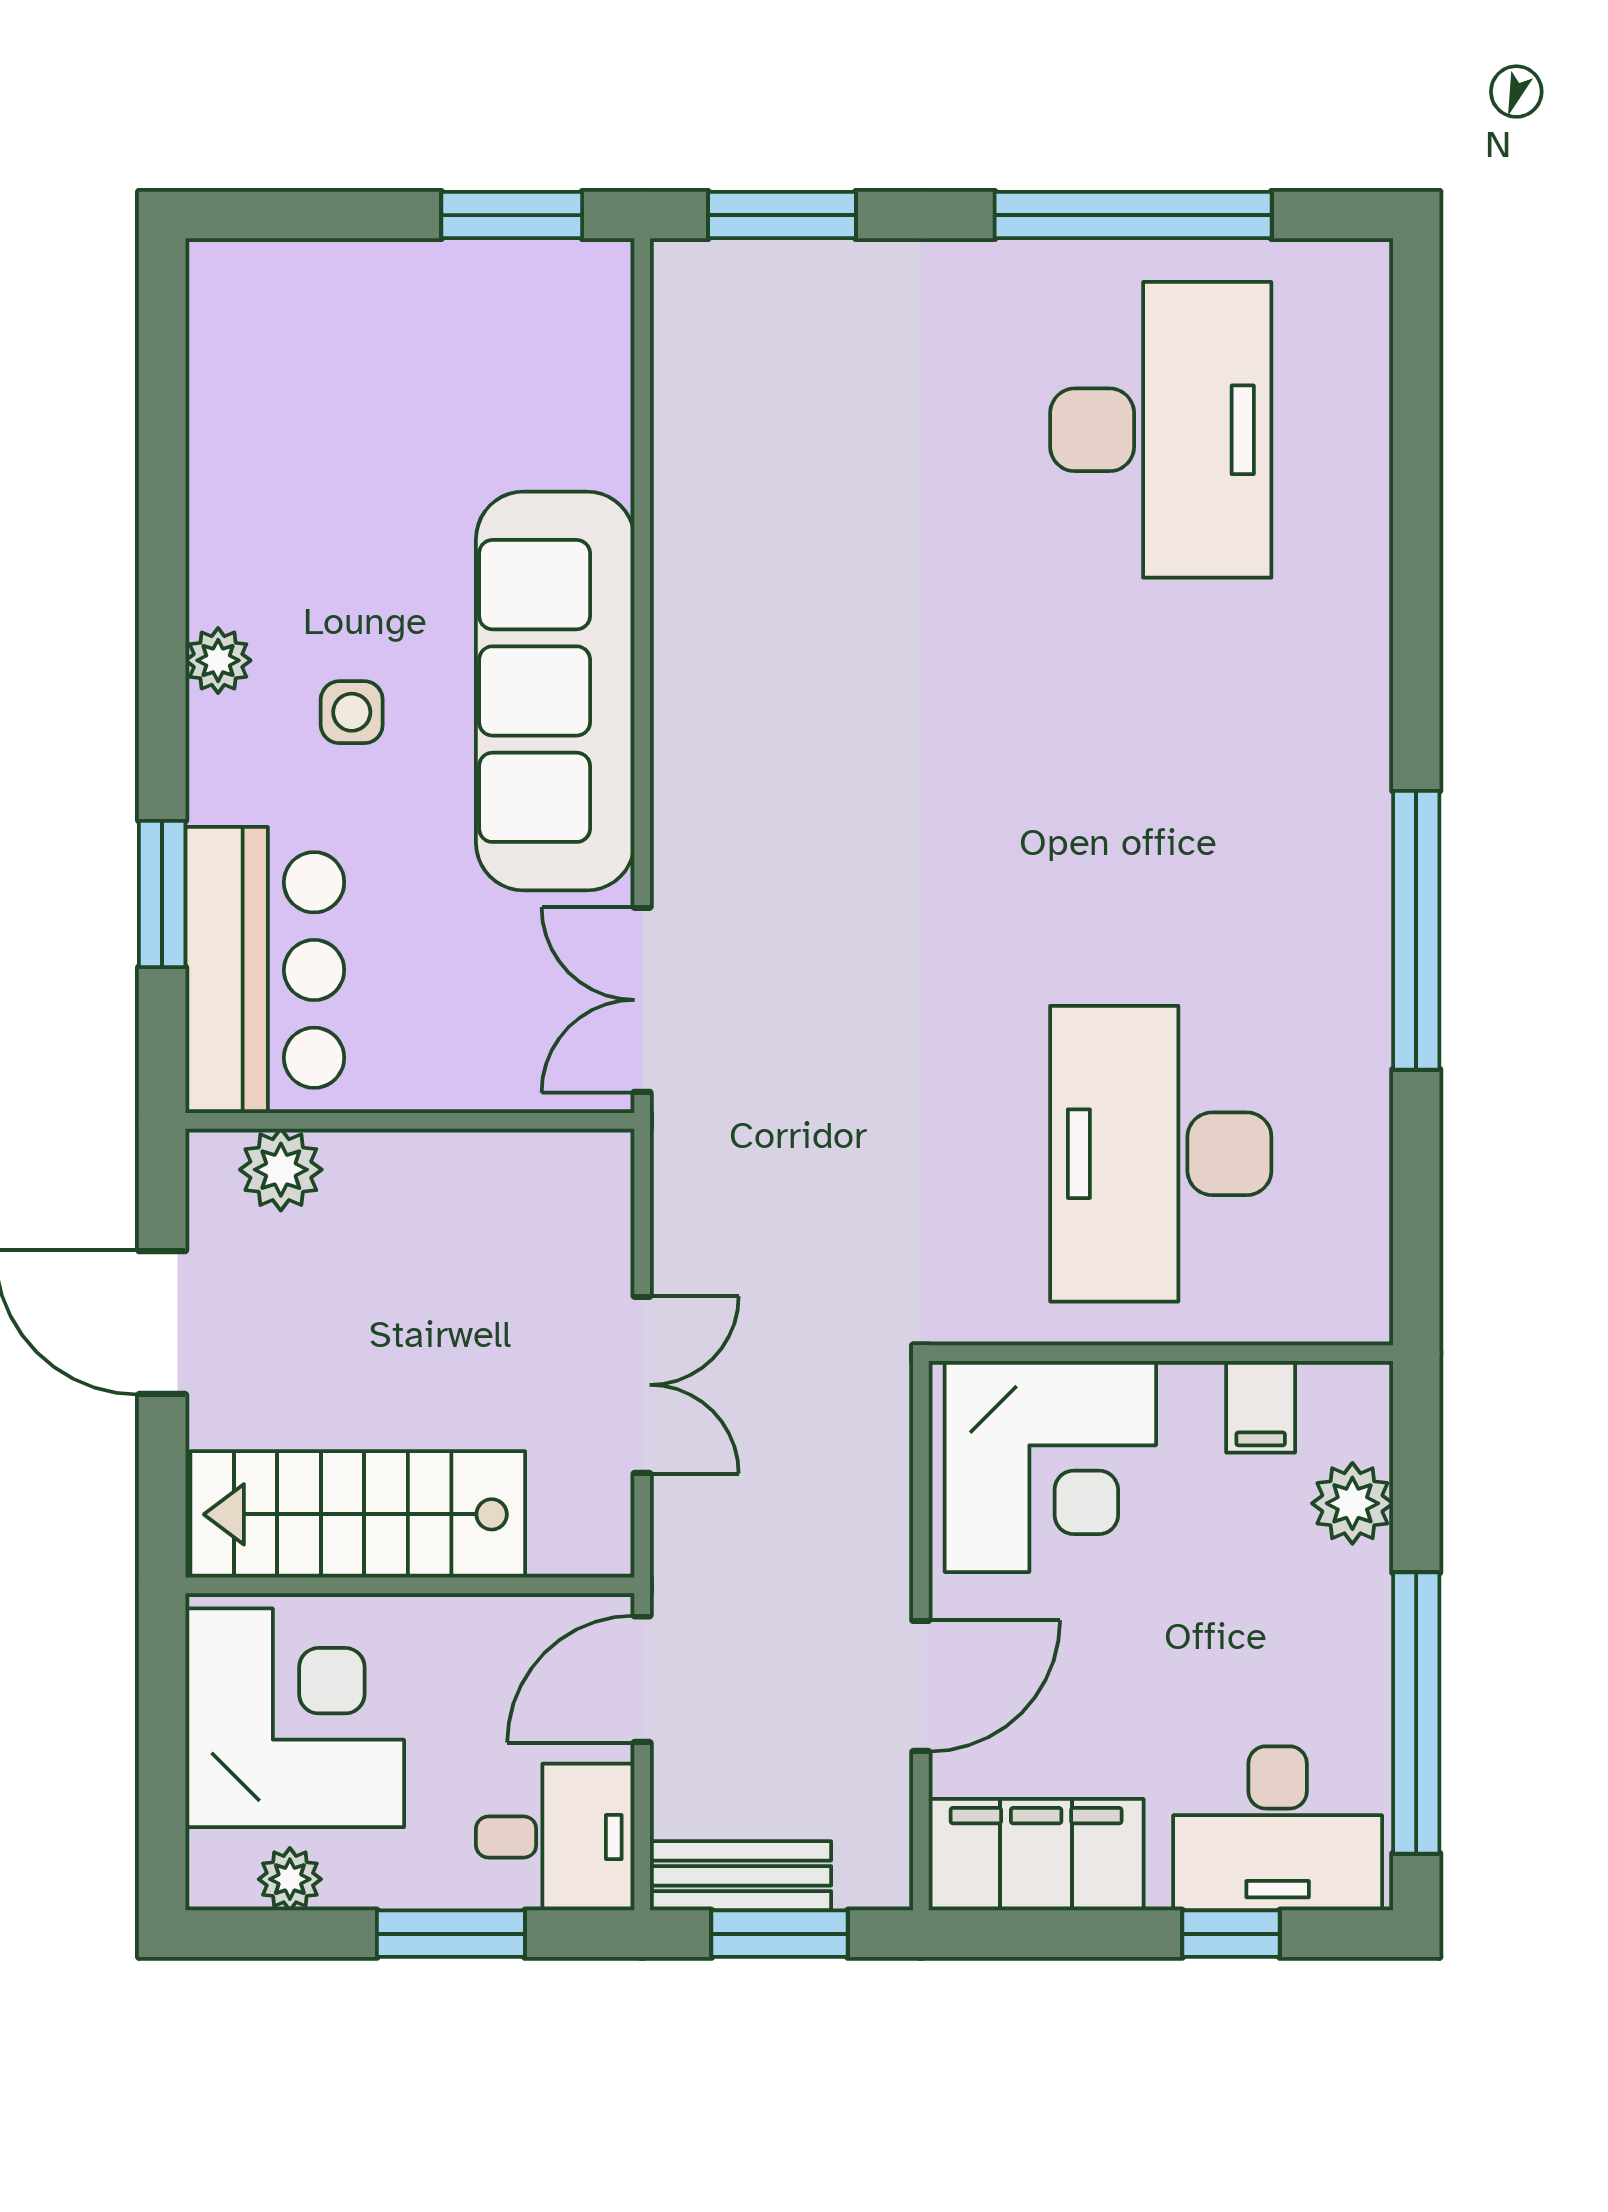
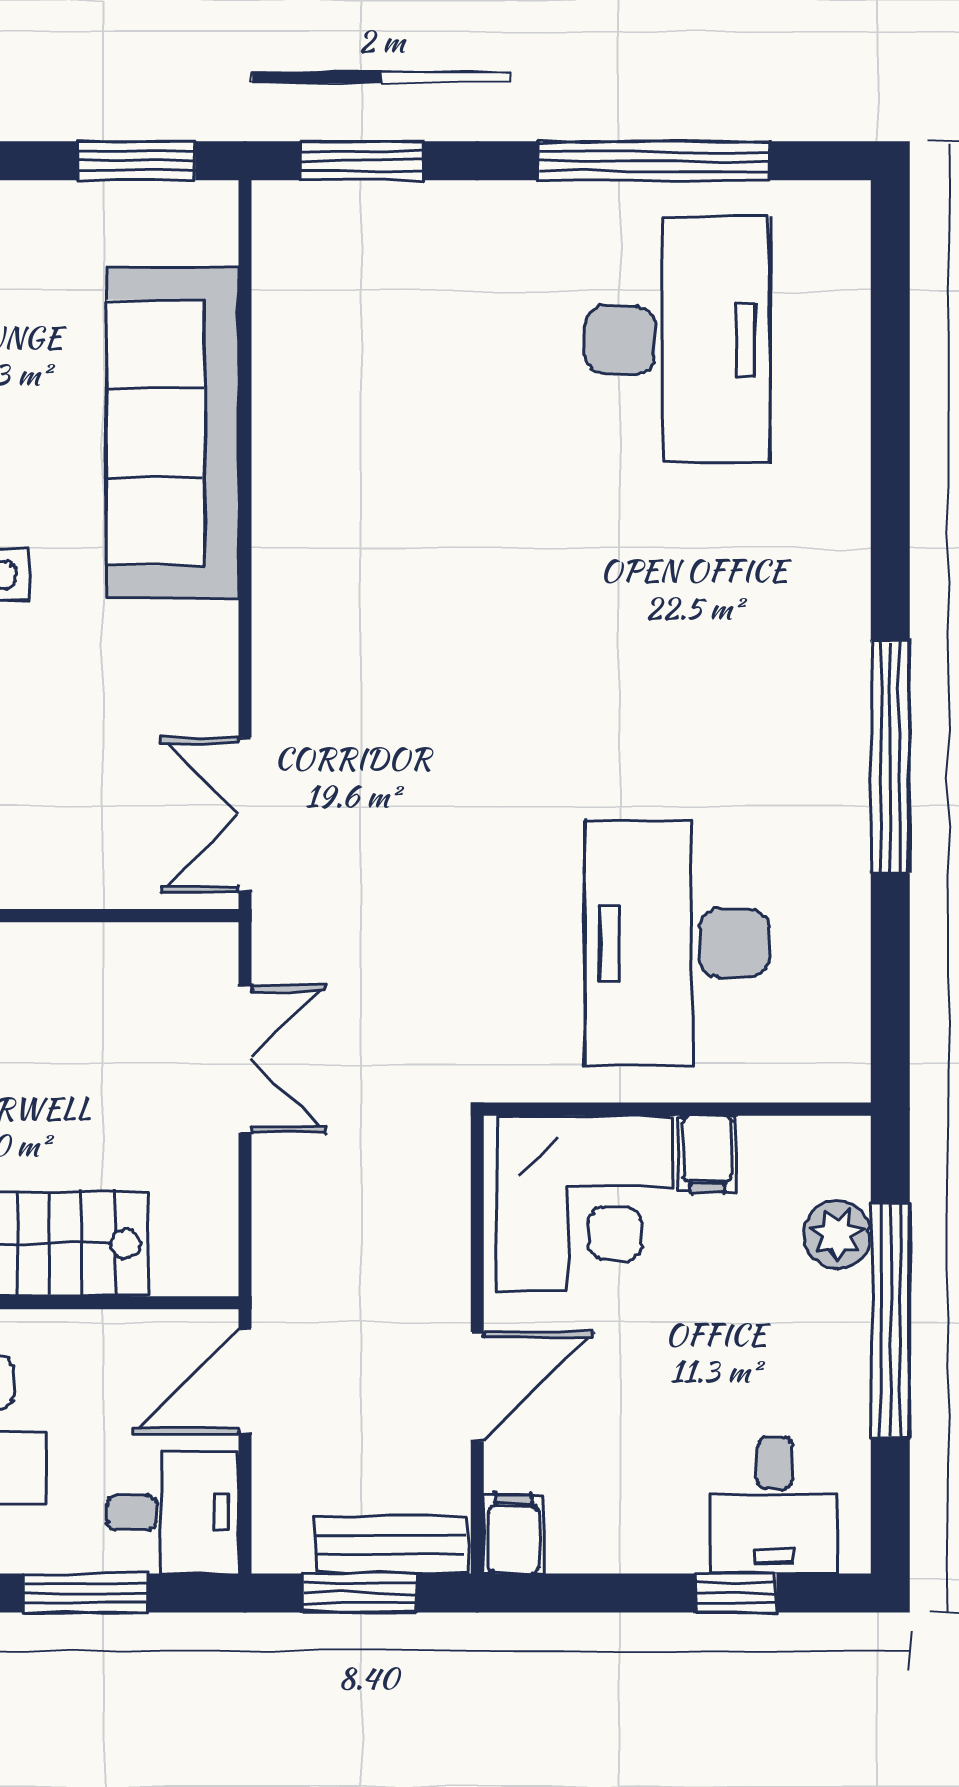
sofa: (555, 691) -> (173, 433), moved
double door: (642, 1385) -> (245, 1059), moved
filing cabinet: (1261, 1407) -> (707, 1154), moved
window: (1416, 1713) -> (890, 1320), moved
desk: (1278, 1828) -> (775, 1505), width x0.73
filing cabinet: (1036, 1855) -> (514, 1534), width x0.33, depth x0.86
bench: (740, 1876) -> (391, 1545), moved

